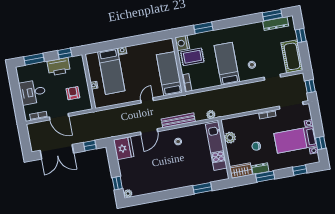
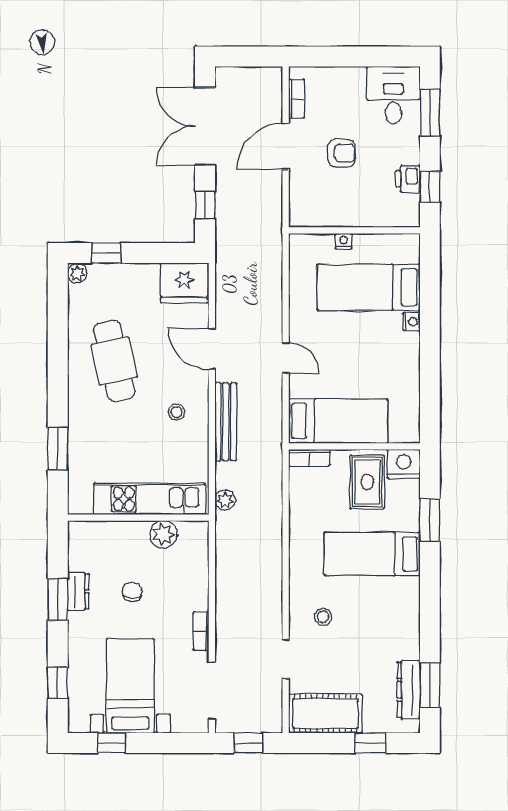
bed: (227, 64) -> (372, 554), moved, turned 180
printer: (59, 67) -> (408, 179), width x0.53, depth x0.68
desk: (33, 92) -> (393, 95), moved
armchair: (73, 93) -> (341, 153), moved
cafe table: (162, 171) -> (114, 361), added
wardrobe: (241, 171) -> (82, 546), removed

